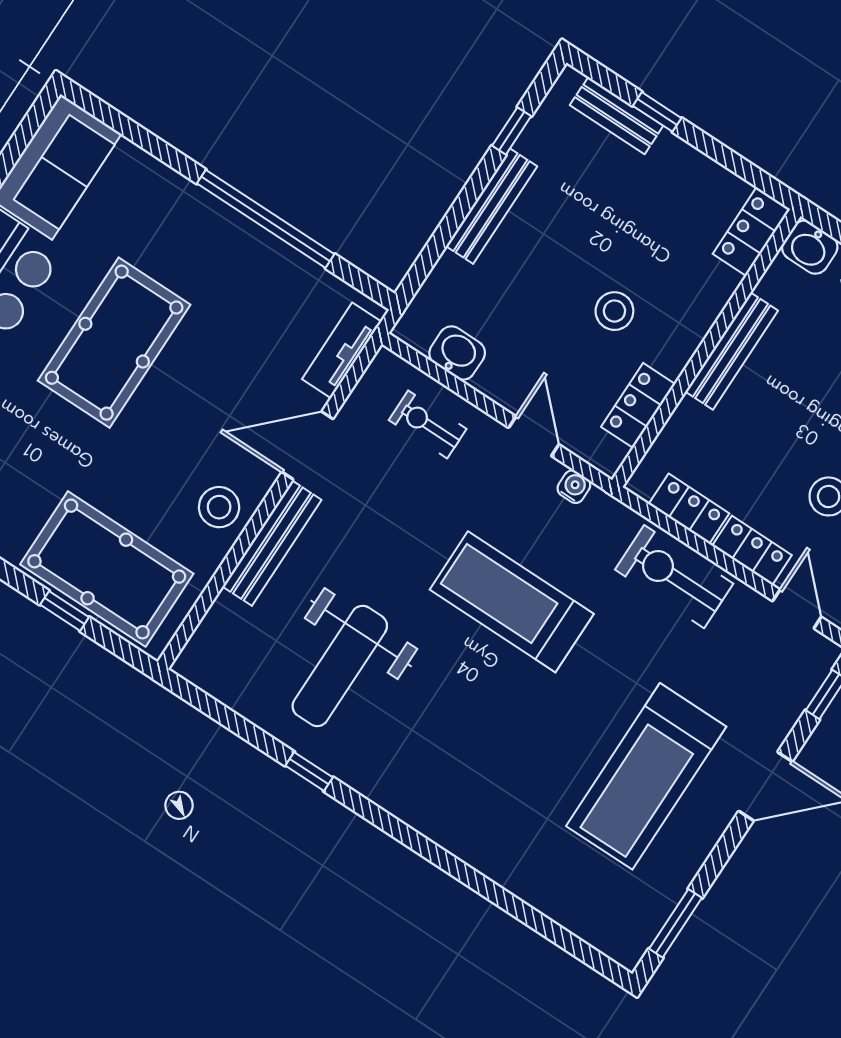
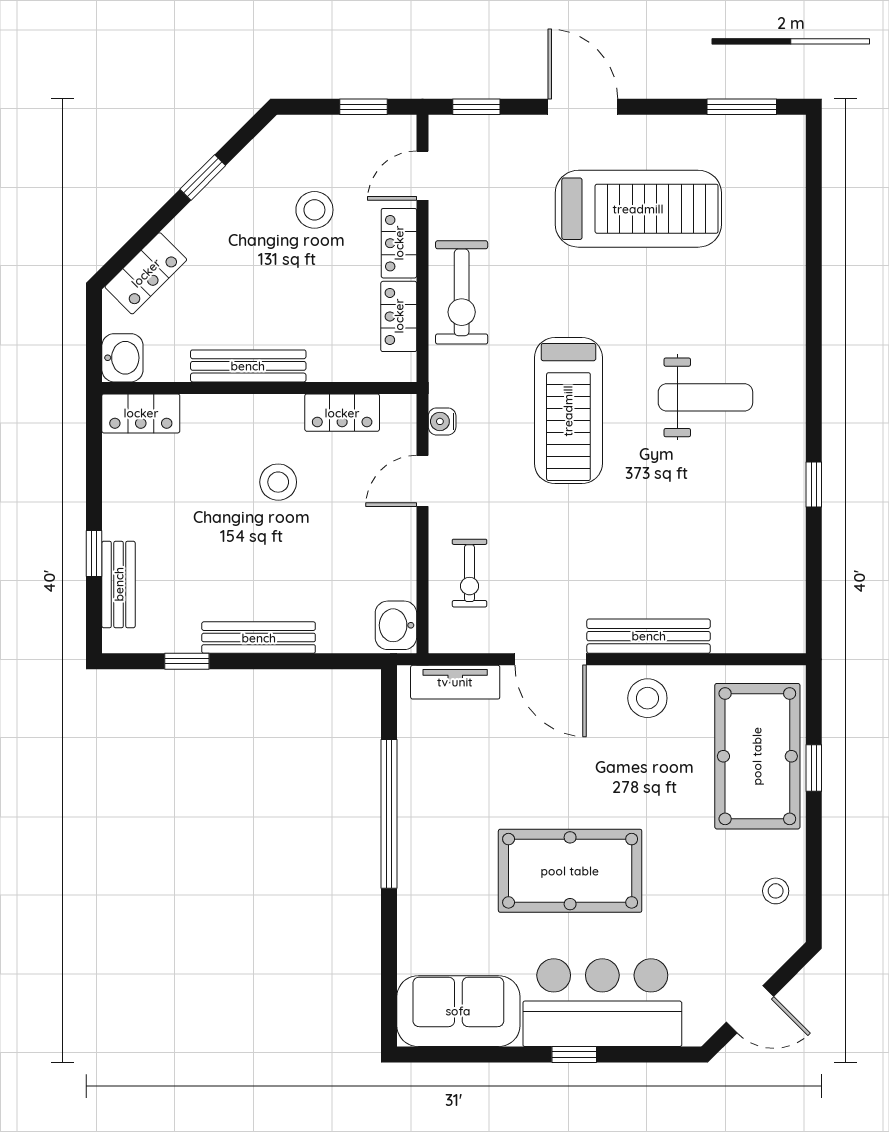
washbasin: (457, 353) -> (396, 625), moved
weight bench: (340, 666) -> (705, 397), moved, width x0.73, depth x0.75

